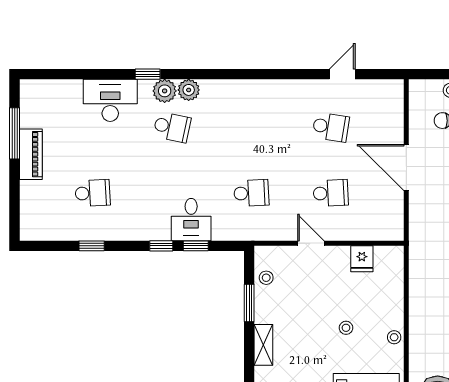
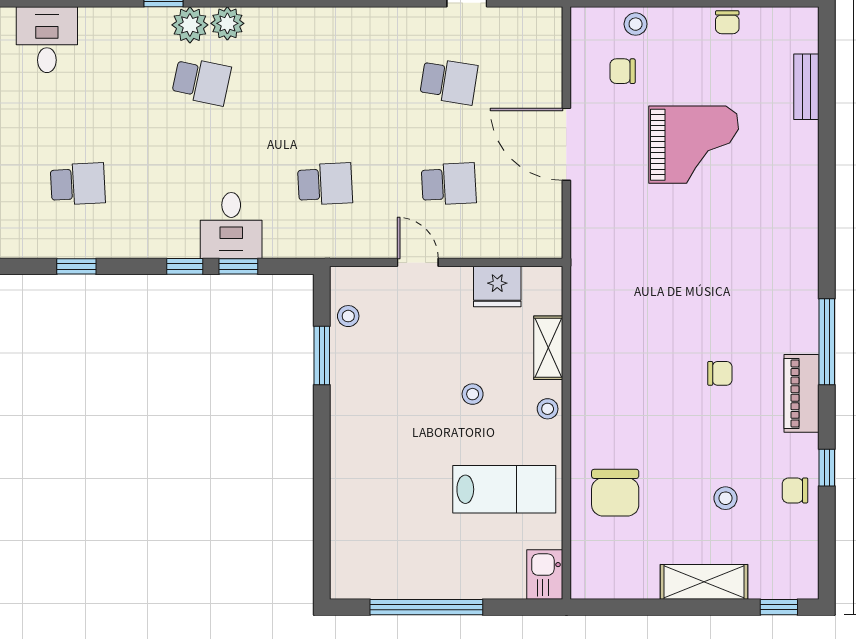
desk: (110, 100) -> (47, 40), moved, width x0.73
fridge: (362, 259) -> (497, 286), width x1.38
shelving: (263, 345) -> (548, 348), moved

